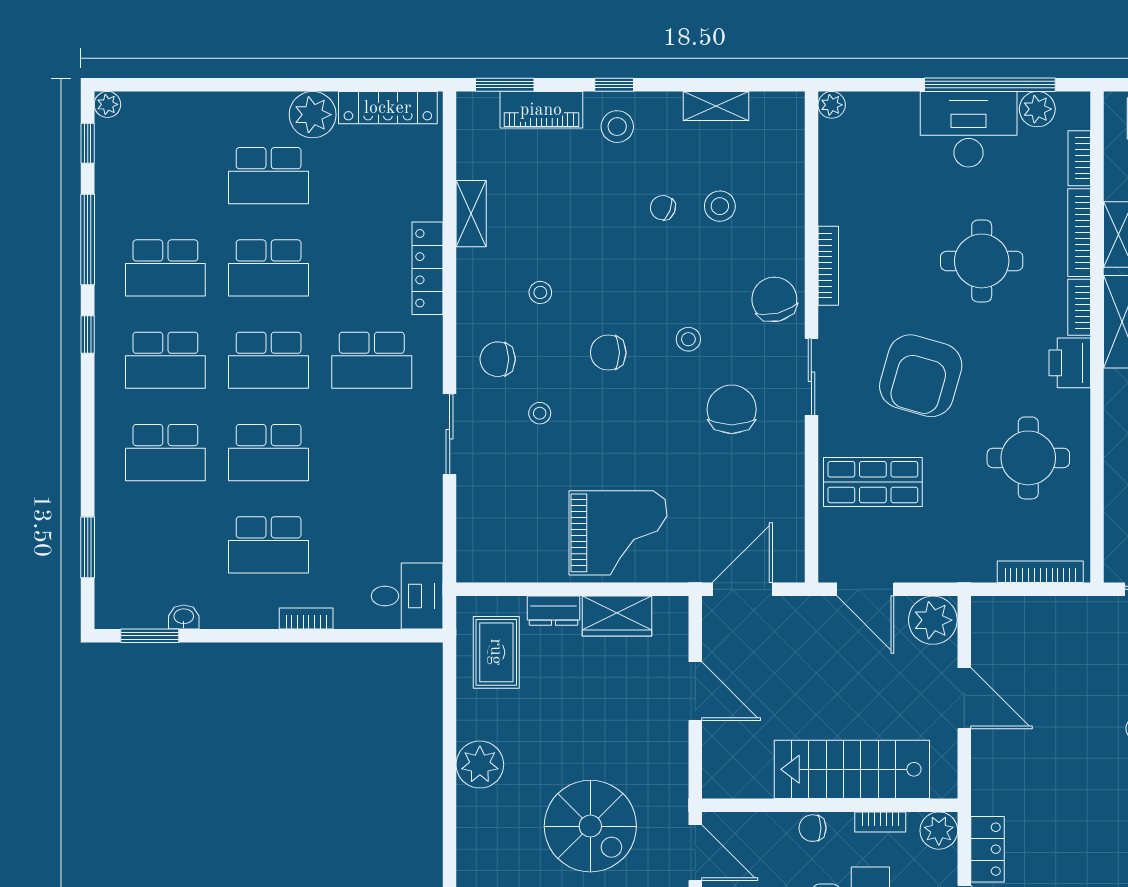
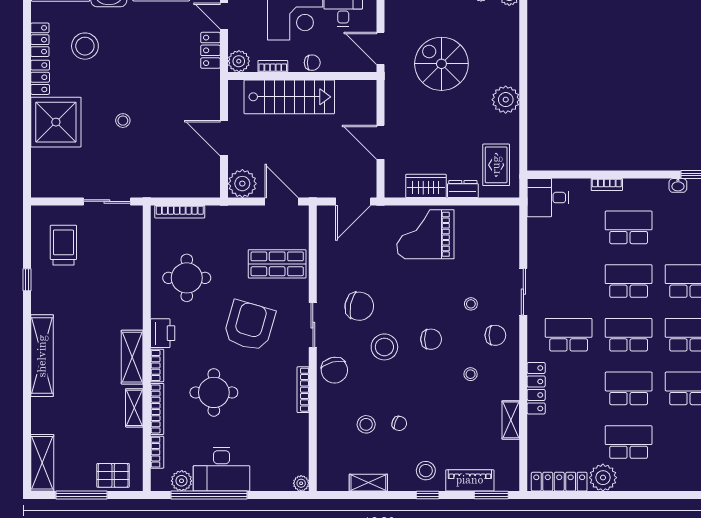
stool: (688, 339) -> (384, 347), width x1.89, depth x1.89
chair: (732, 409) -> (359, 306), turned -79

